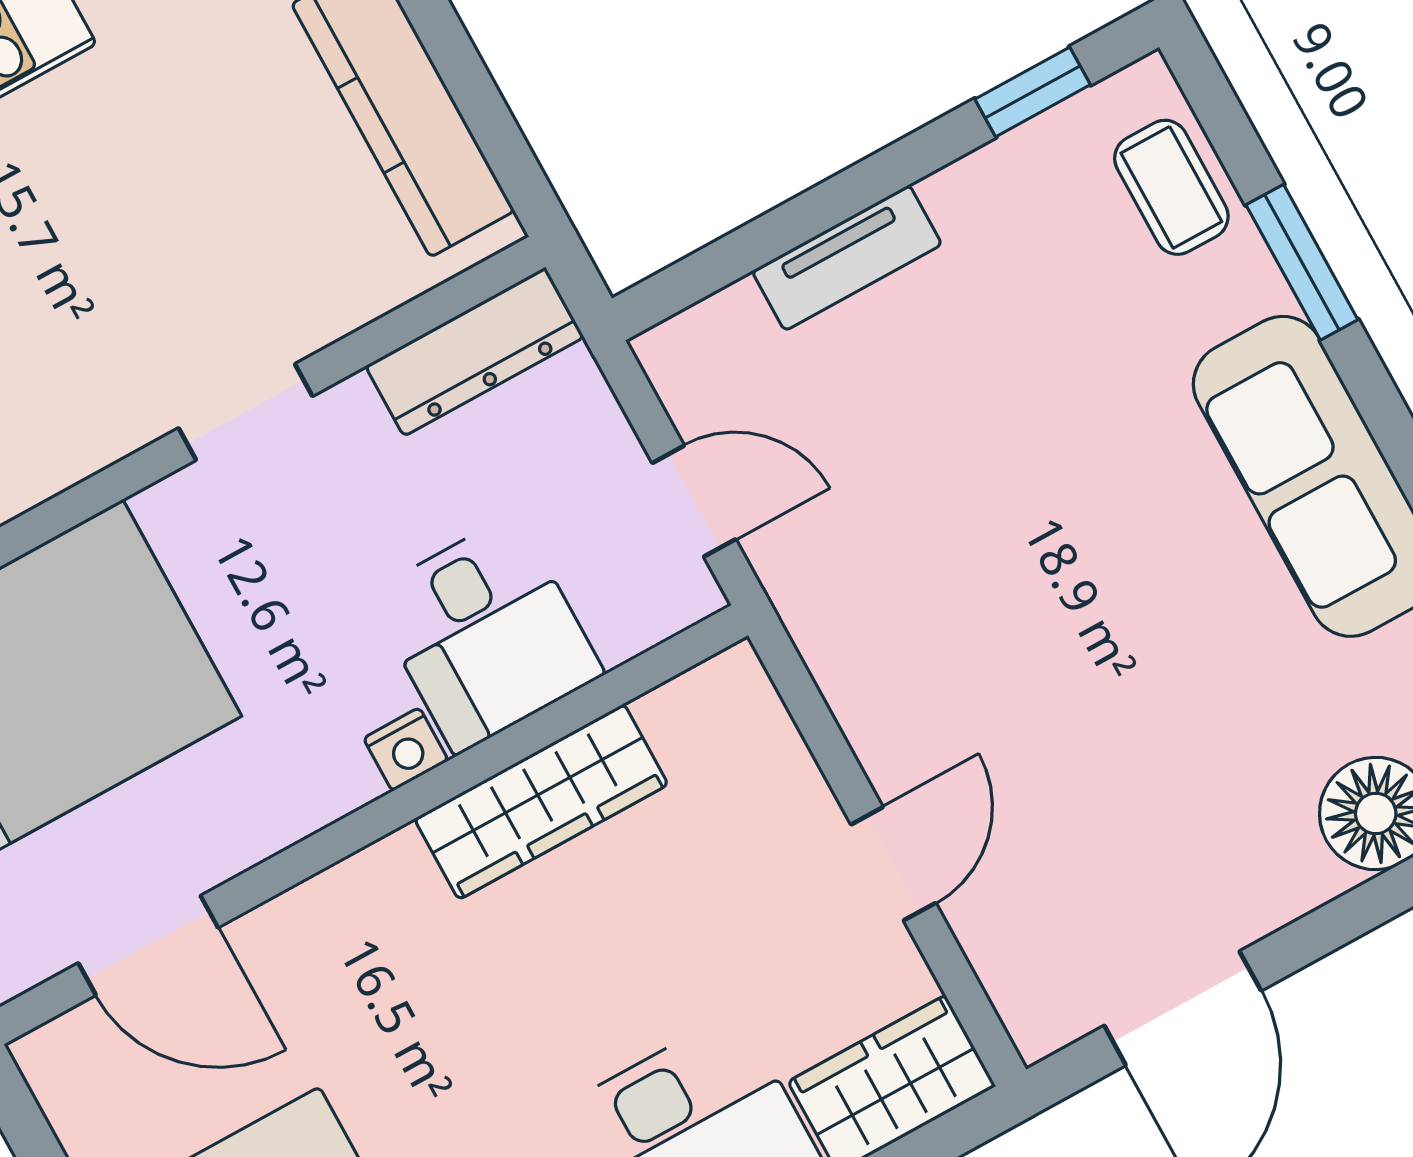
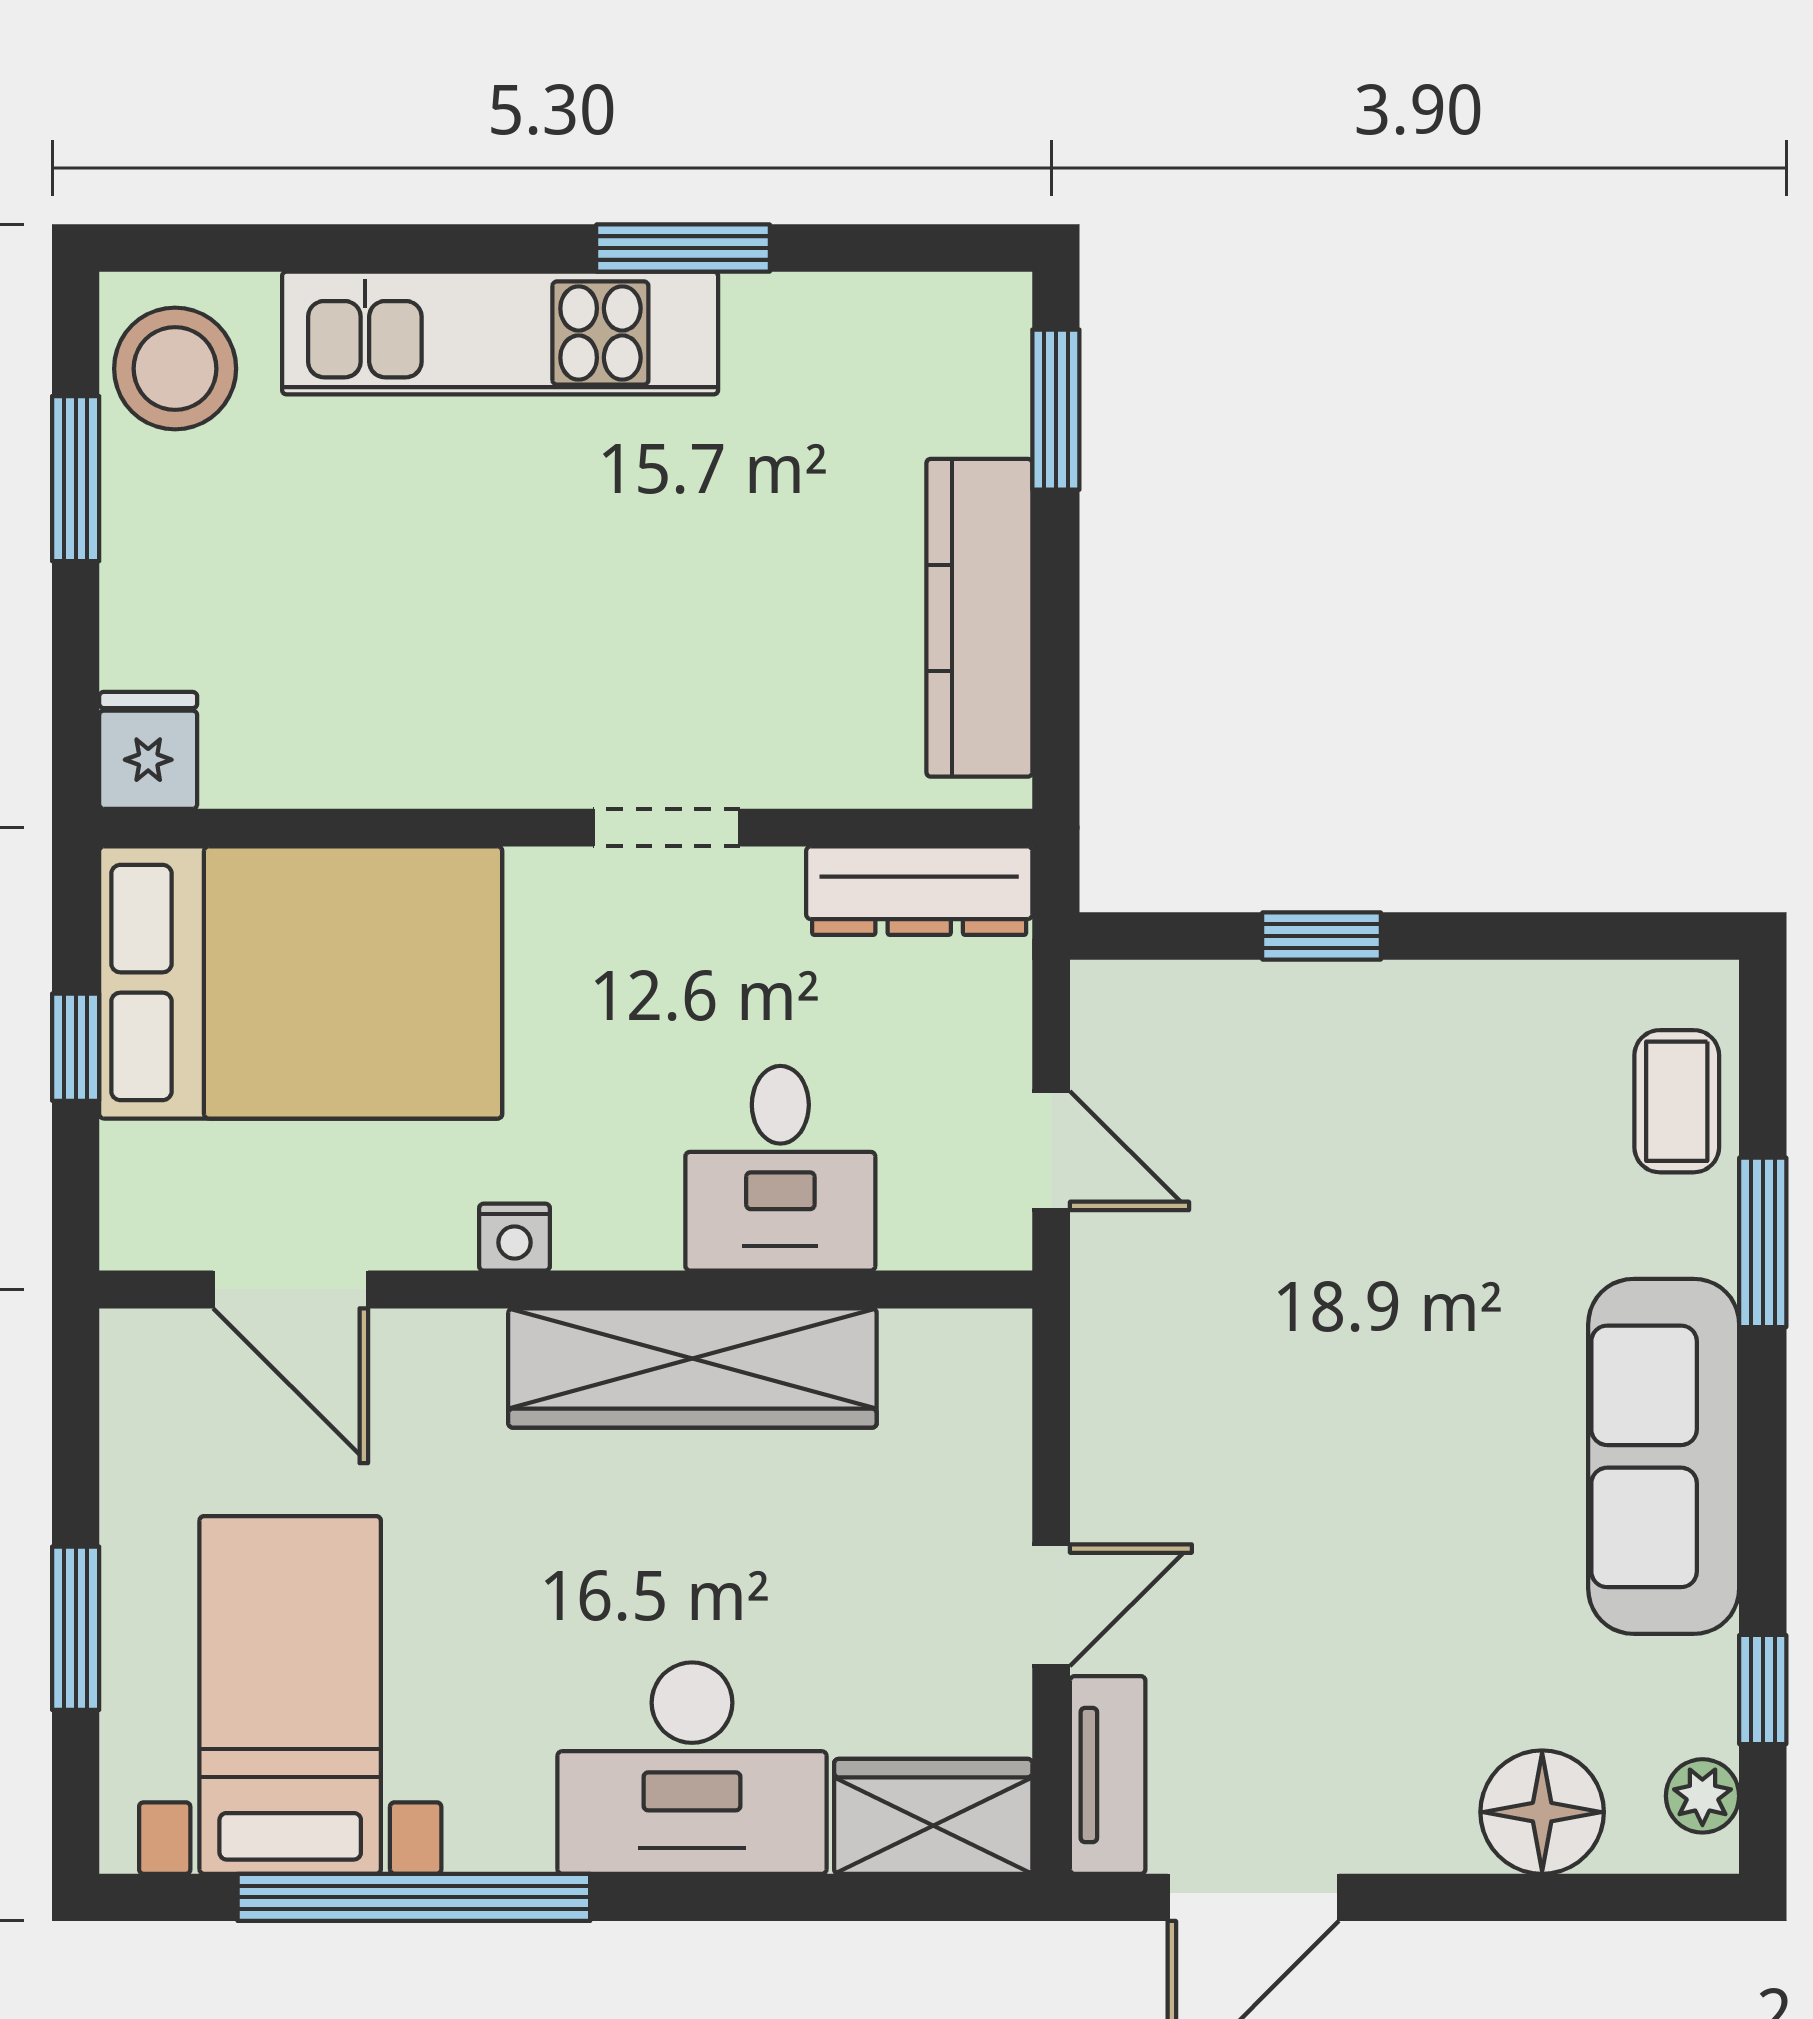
window: (1033, 92) -> (1322, 936), moved
tv unit: (847, 258) -> (1108, 1775), moved, turned -90
nightstand: (406, 749) -> (515, 1237), moved
wardrobe: (541, 802) -> (692, 1368), width x1.40, depth x1.17

